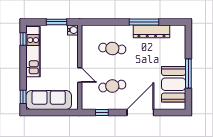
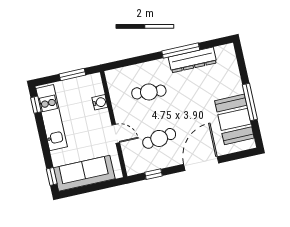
water cooler: (73, 30) -> (100, 102), moved

